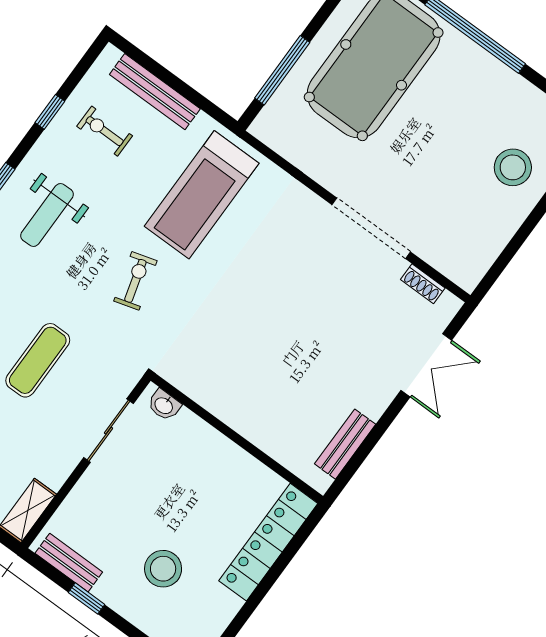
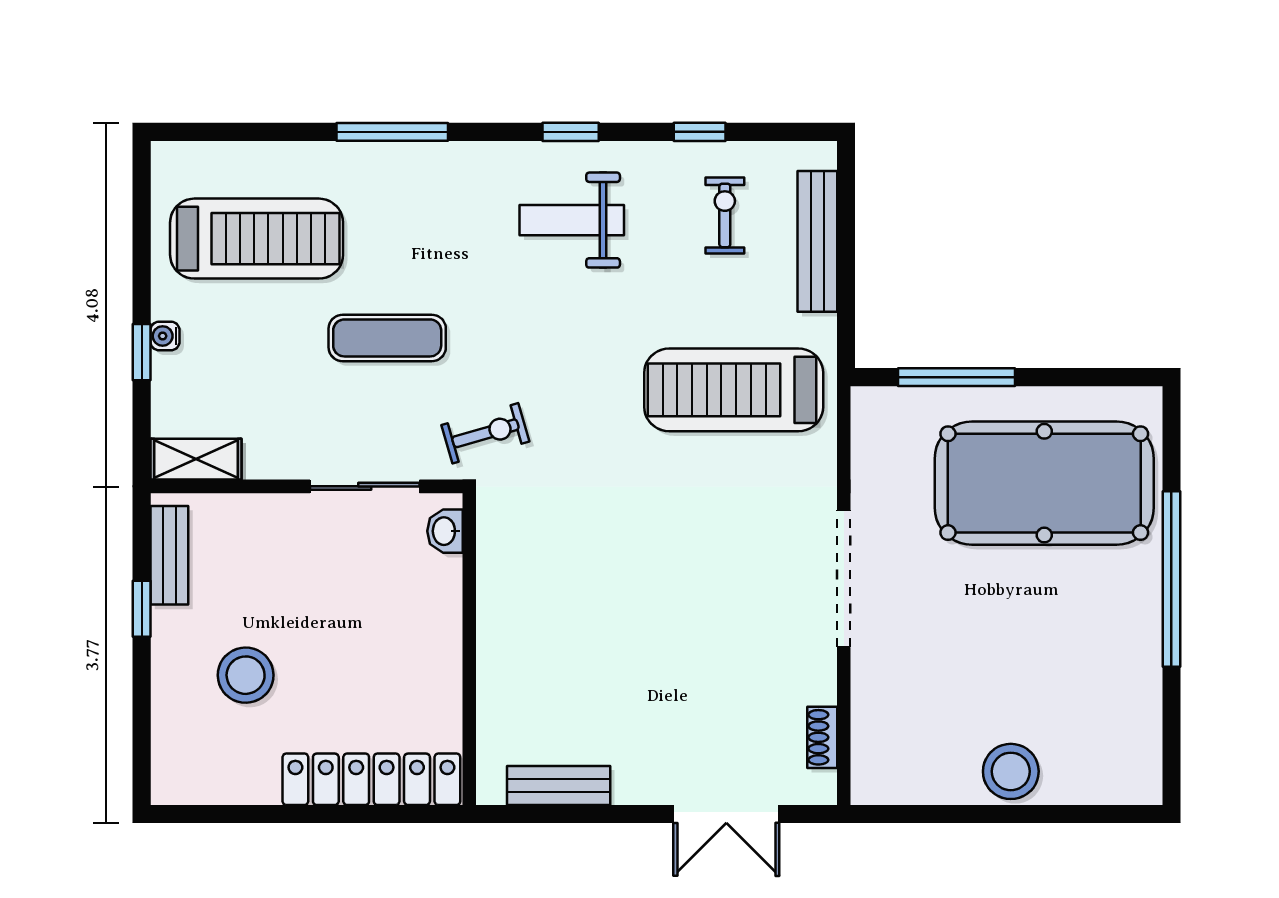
stool: (513, 167) -> (1011, 771), moved
doorway: (371, 228) -> (844, 579), moved
exercise bike: (135, 281) -> (485, 433), moved

